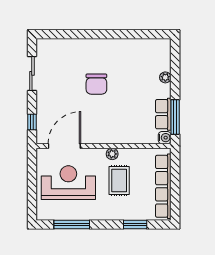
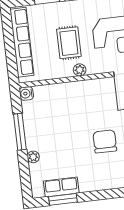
window: (142, 34) -> (63, 199), added
row of seats: (163, 114) -> (61, 187), moved, turned -90
window: (175, 117) -> (20, 132), moved

